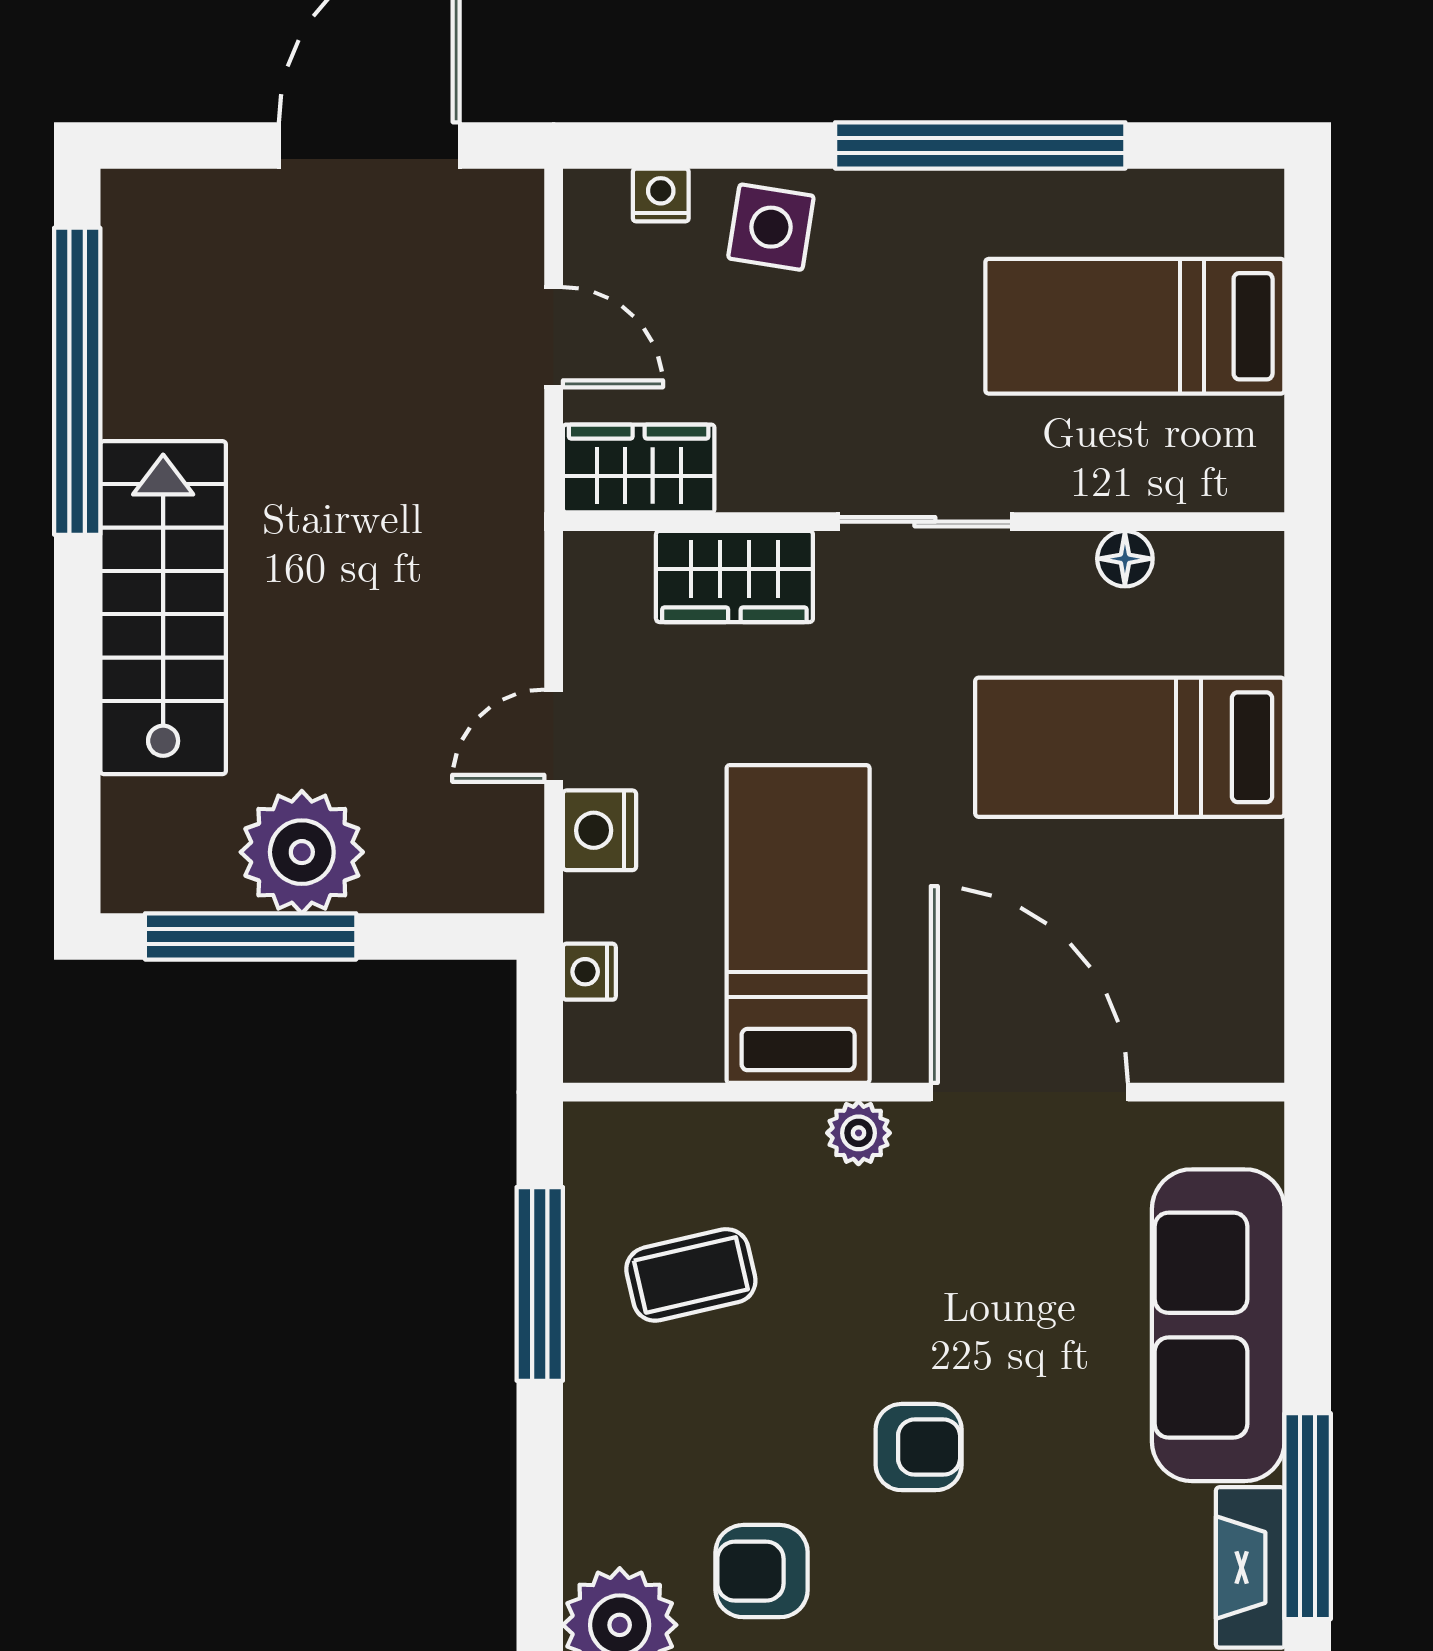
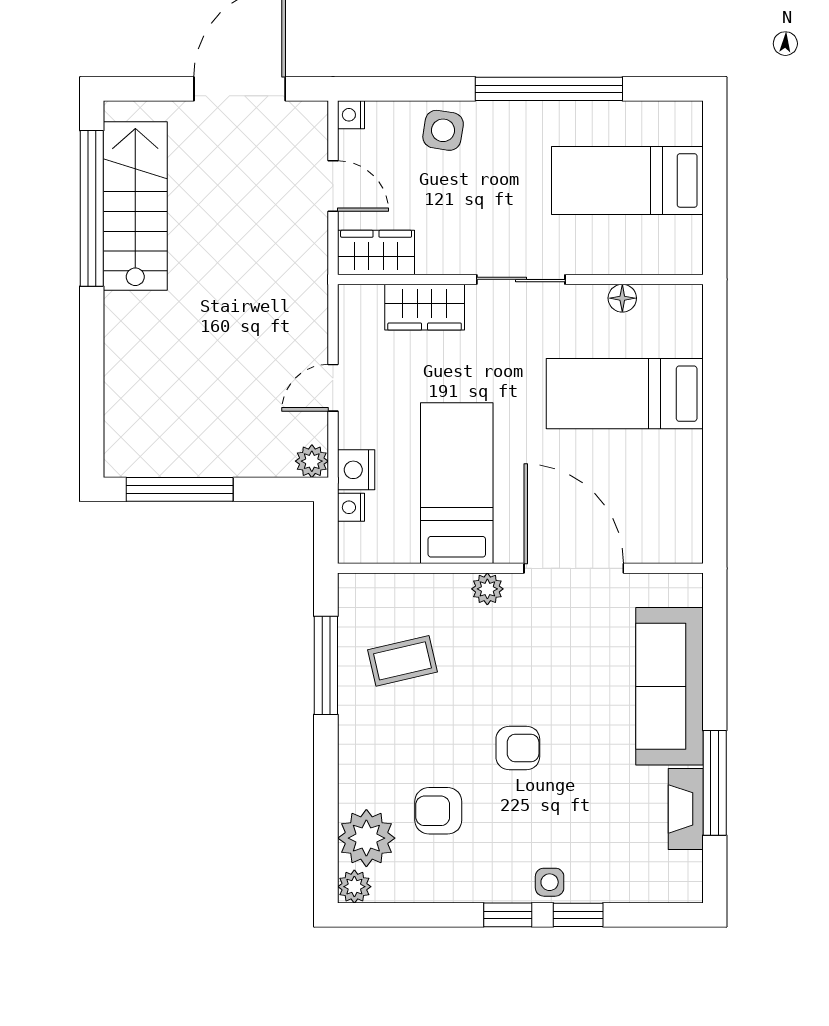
nightstand: (661, 195) -> (351, 115), moved, turned -90
stairs: (163, 608) -> (135, 206), moved
nightstand: (599, 830) -> (356, 470), moved
plant: (302, 852) -> (312, 461), moved, width x0.53, depth x0.53

